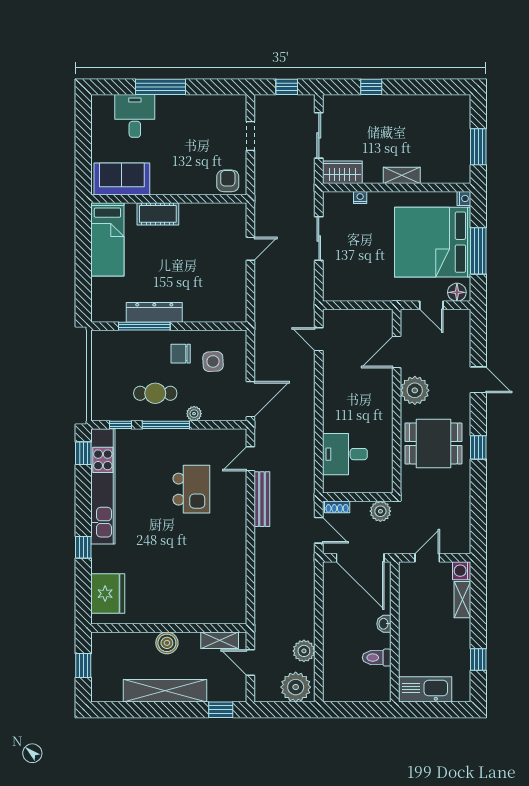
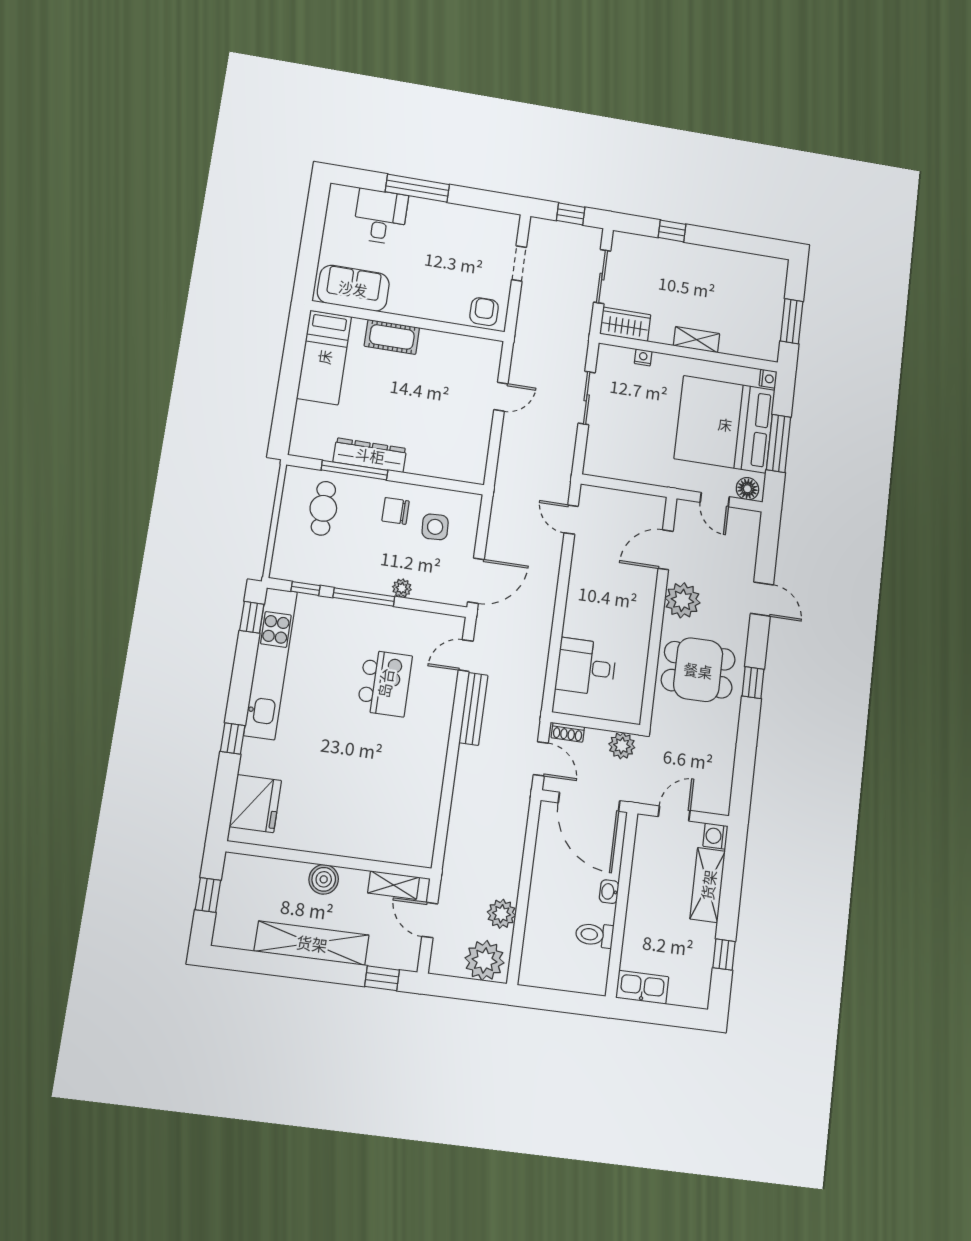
cafe table: (155, 393) -> (323, 508), moved, turned 90
shelving: (462, 600) -> (708, 885), width x1.50, depth x1.33
kitchen sink: (425, 689) -> (642, 987), width x0.73, depth x0.81

